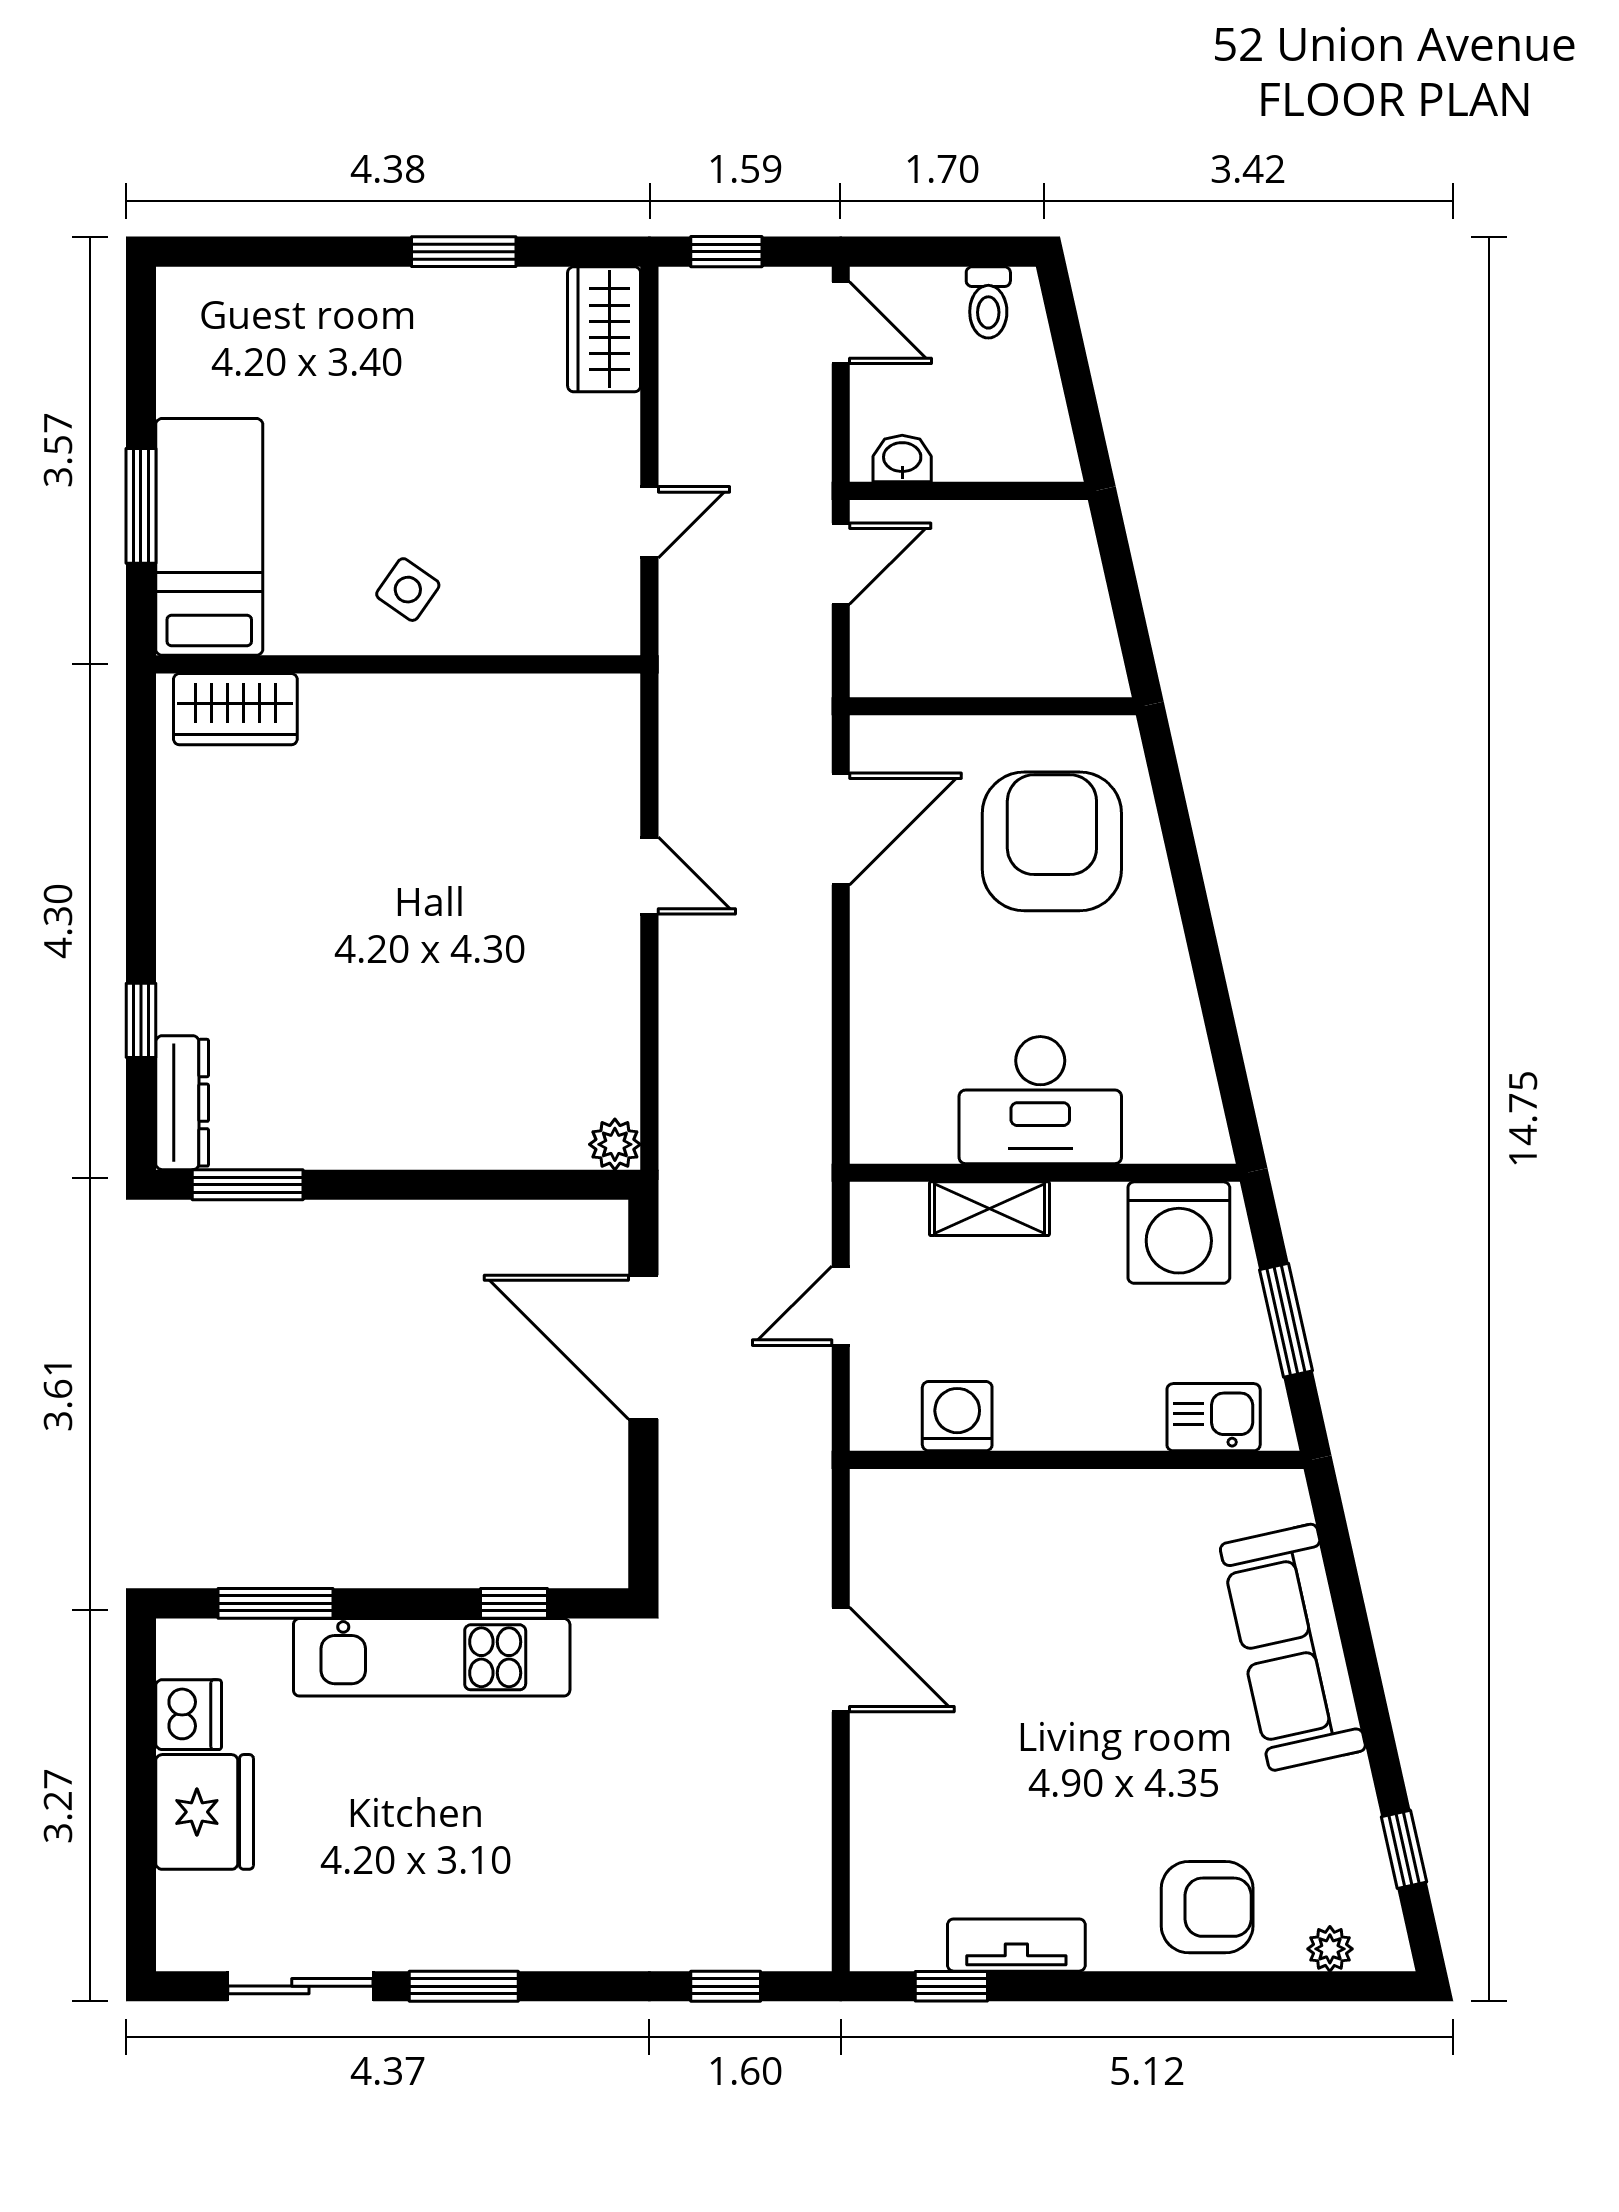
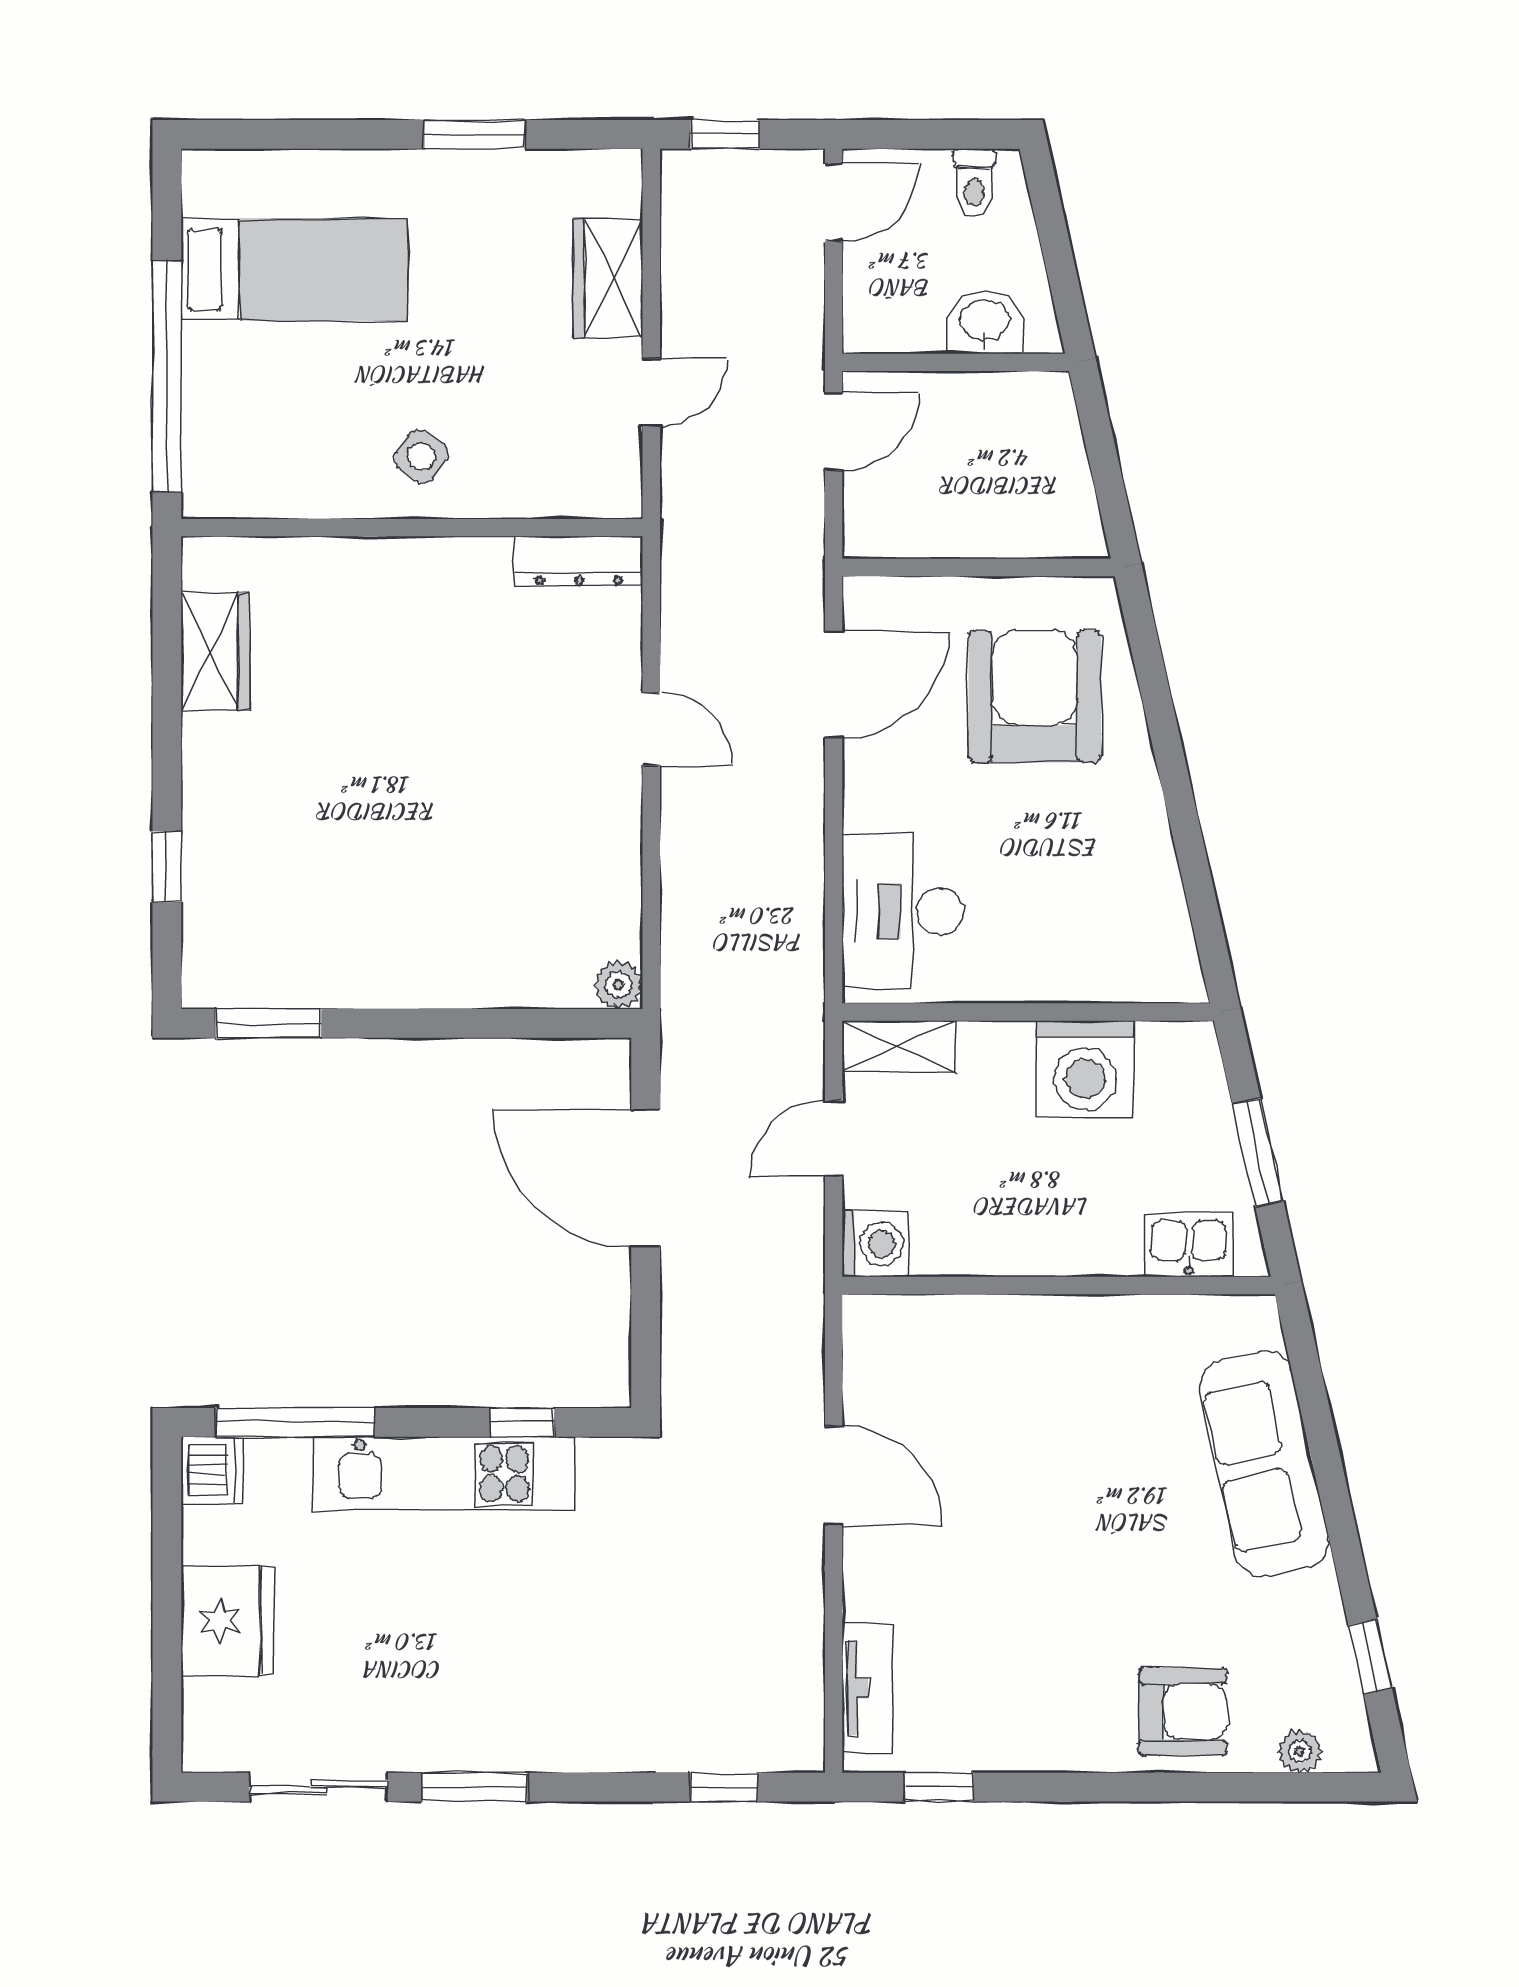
door: (841, 323) -> (834, 202), hinge flipped
wardrobe: (604, 329) -> (608, 278), moved
washbasin: (902, 458) -> (985, 321), moved, width x1.38, depth x1.45
window: (141, 506) -> (167, 377), width x2.11
bed: (209, 537) -> (294, 270), moved, turned 90
wardrobe: (235, 709) -> (215, 652), moved, turned -90
desk: (1040, 1100) -> (903, 911), moved, turned 90
dresser: (182, 1103) -> (579, 561), moved, turned 90
shelving: (989, 1209) -> (899, 1046), moved
washing machine: (1179, 1233) -> (1085, 1069), moved
washing machine: (957, 1416) -> (875, 1244), moved, turned 90
window: (275, 1603) -> (295, 1422), width x1.44
dishwasher: (189, 1715) -> (212, 1470), moved
tv unit: (1016, 1945) -> (867, 1688), moved, turned 90

